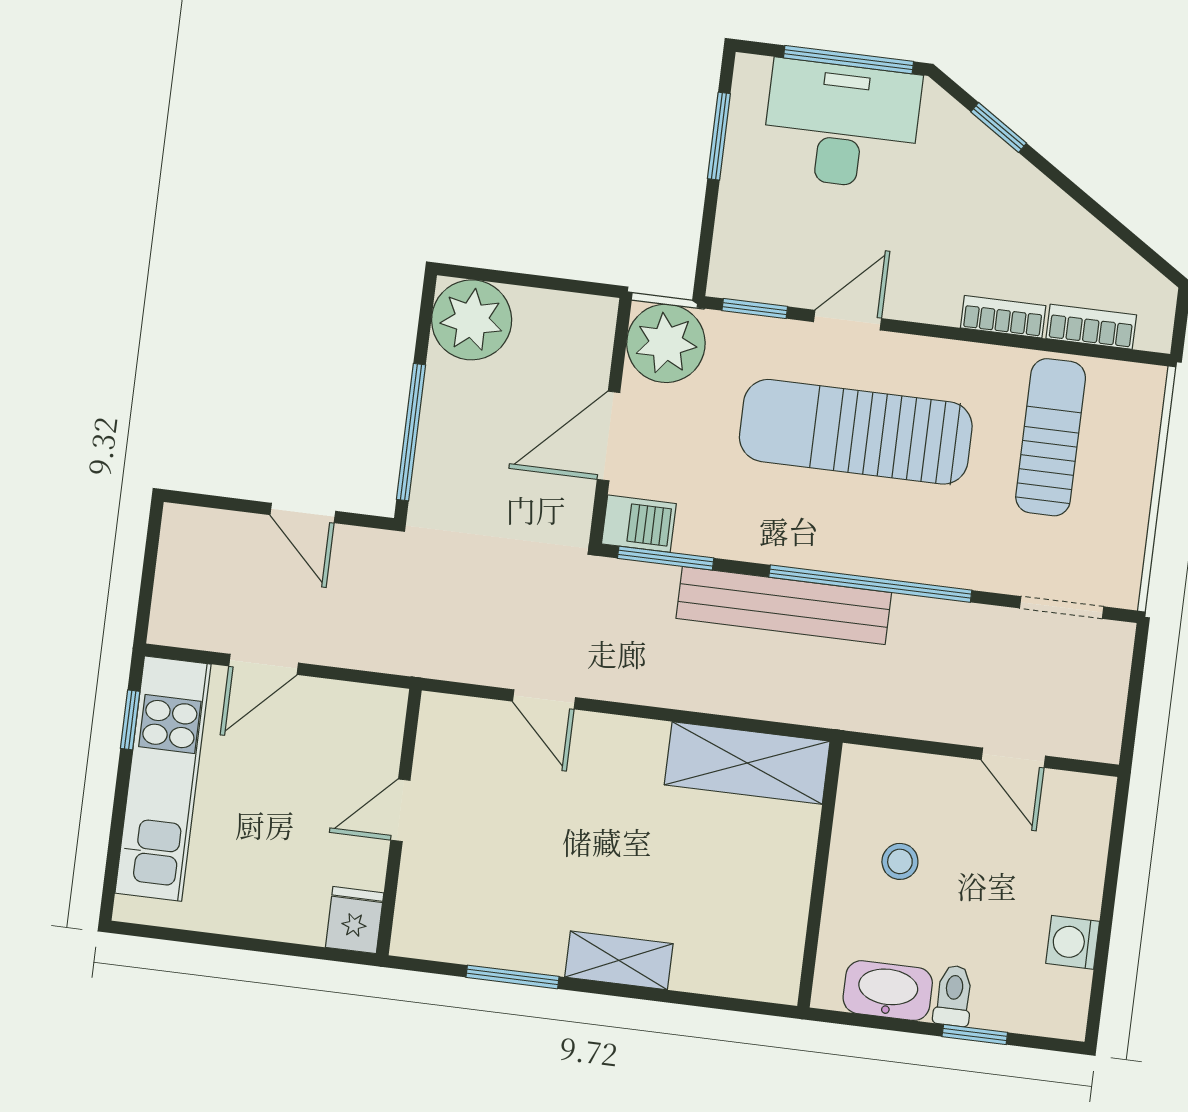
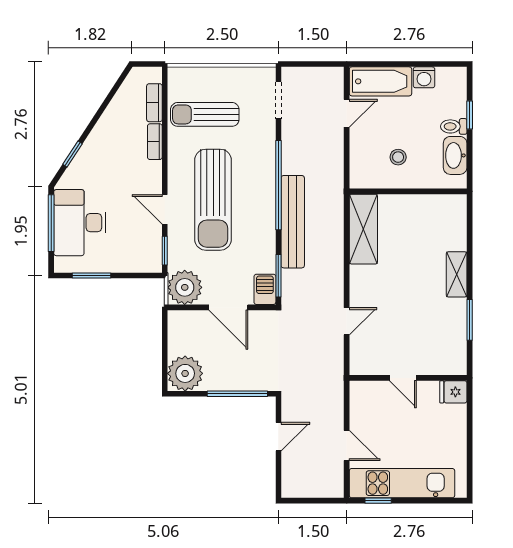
bathtub: (1076, 843) -> (380, 81), added

